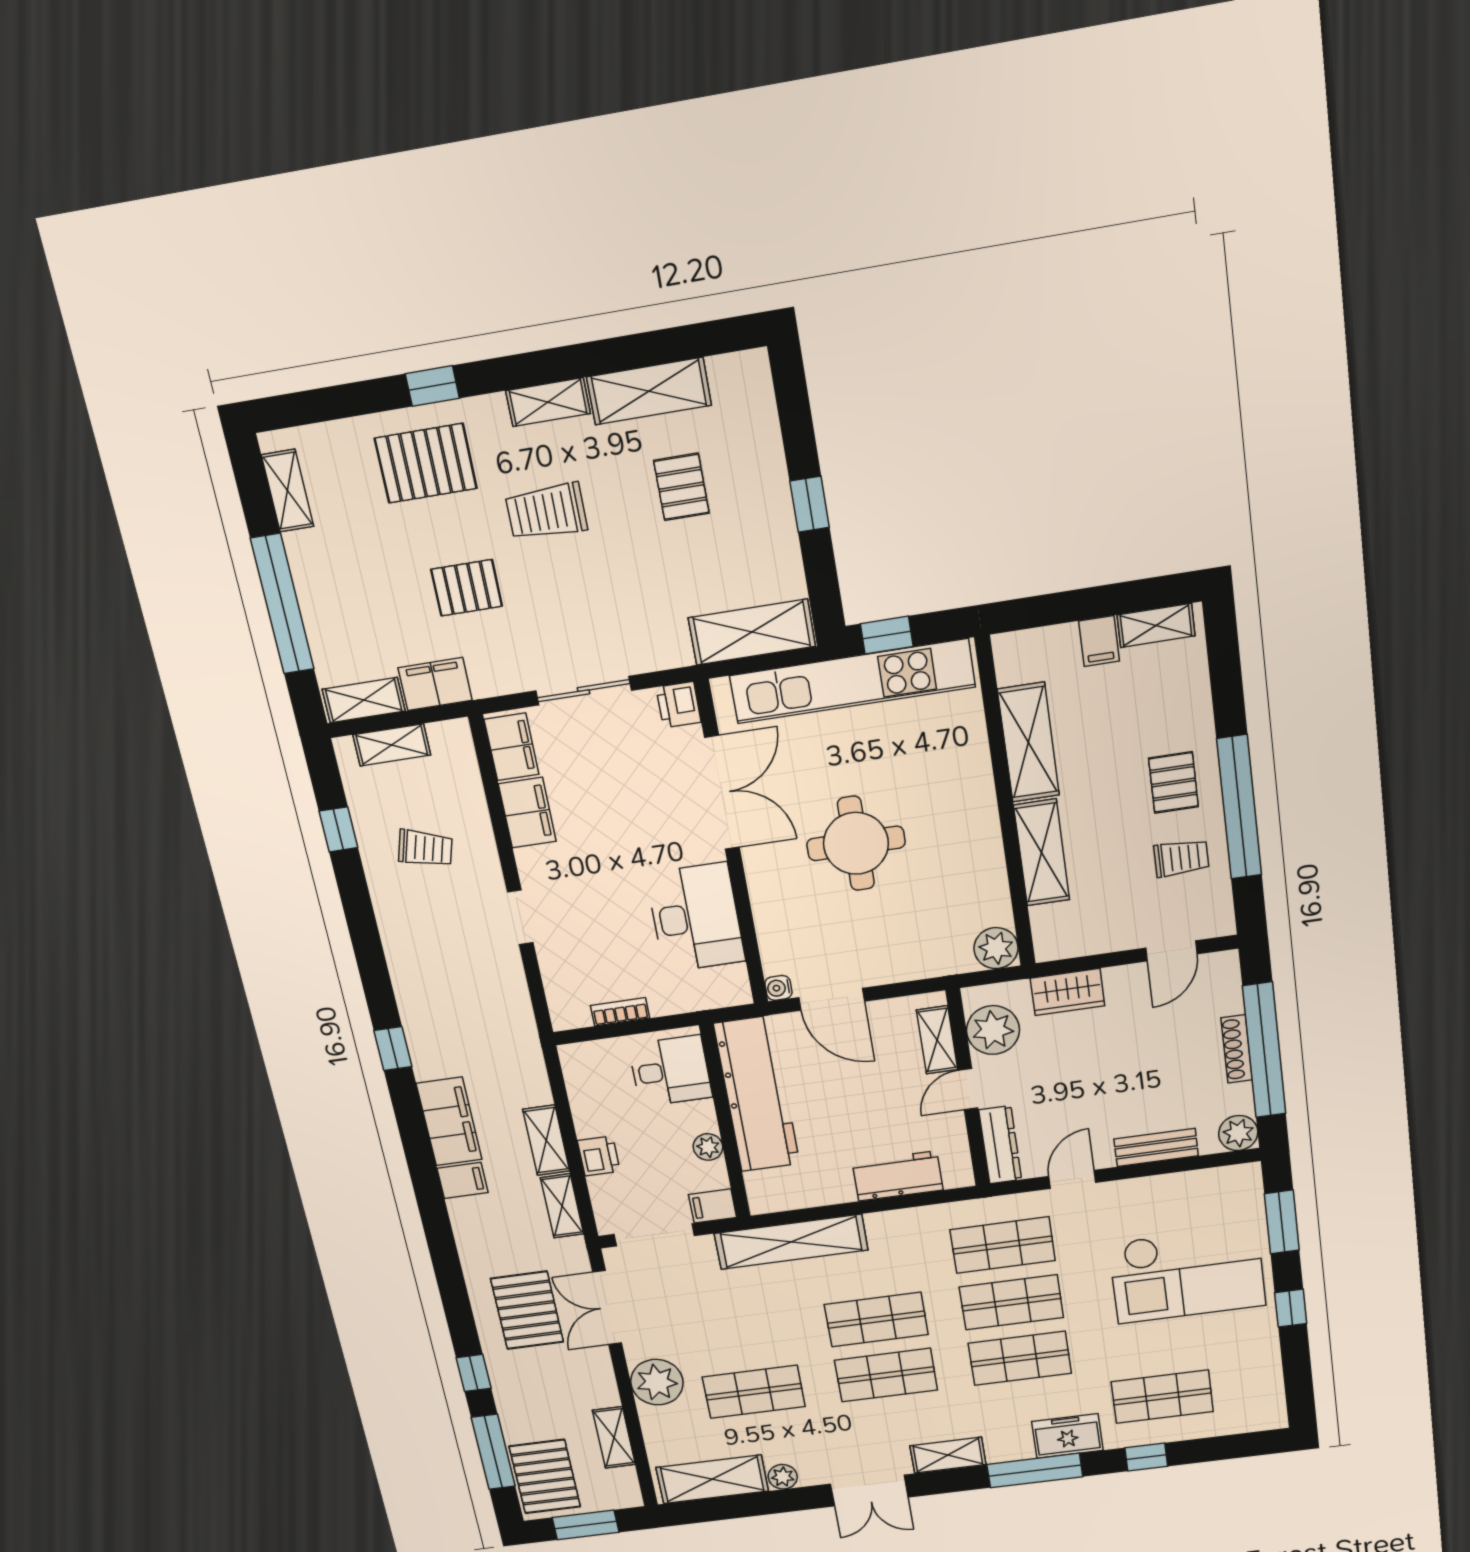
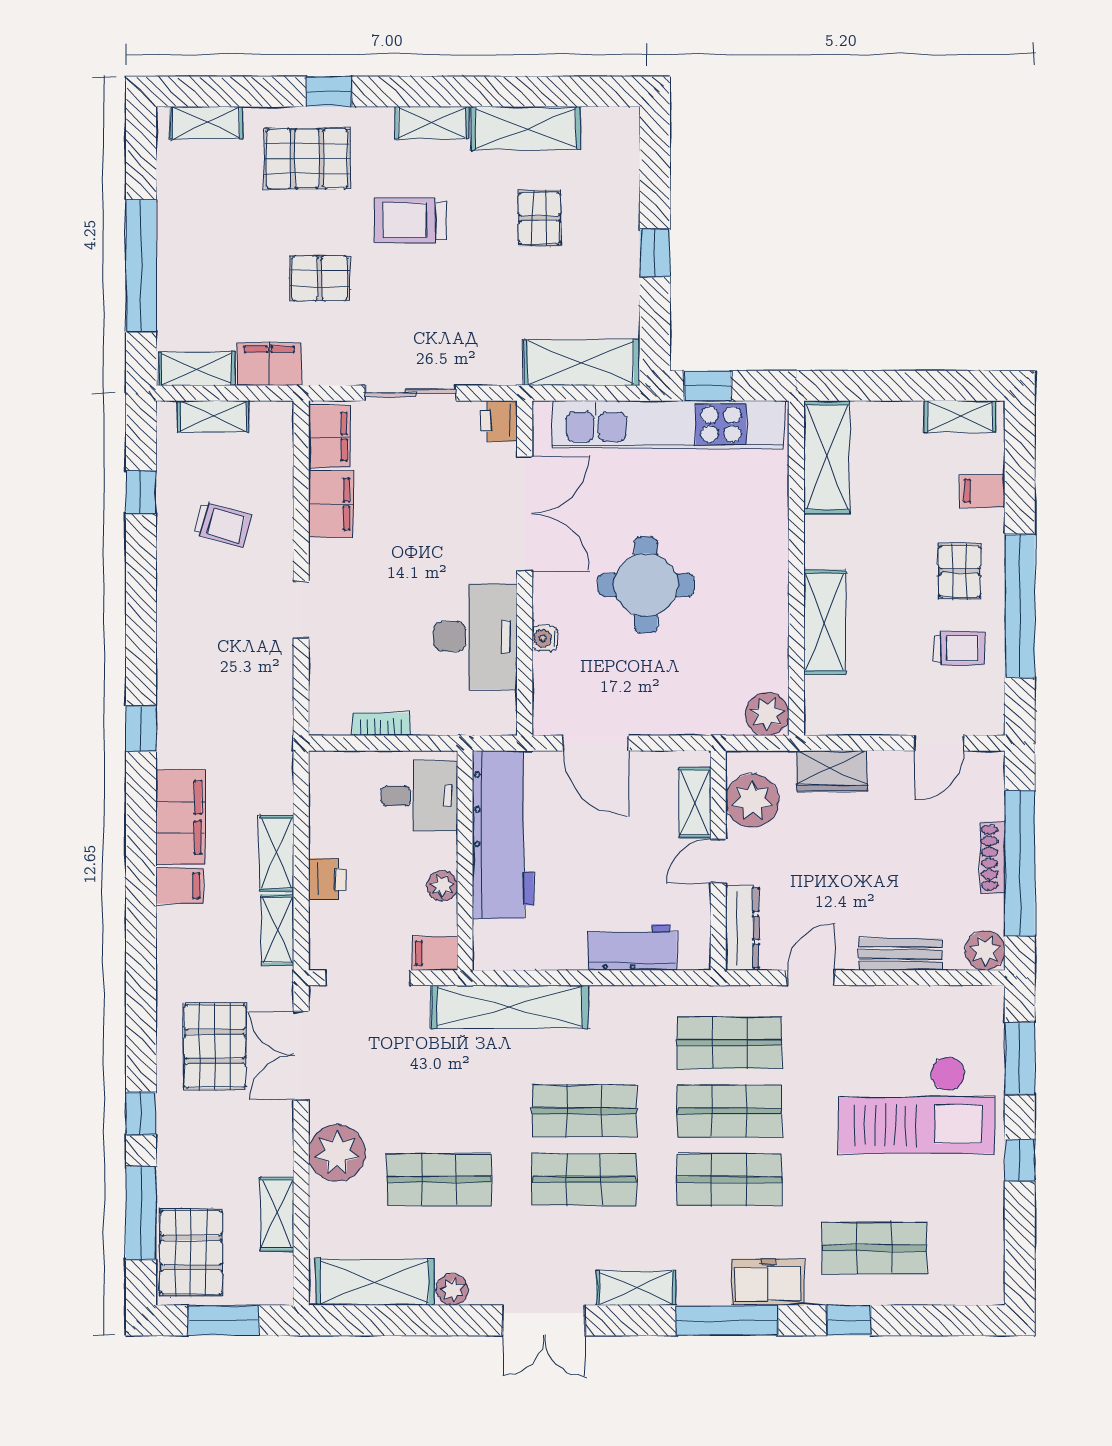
shelving: (287, 491) -> (206, 123), moved, turned 90
filing cabinet: (1099, 641) -> (983, 491), moved, turned 90
shelving: (1028, 742) -> (826, 457), moved
water cooler: (778, 988) -> (545, 638), moved

